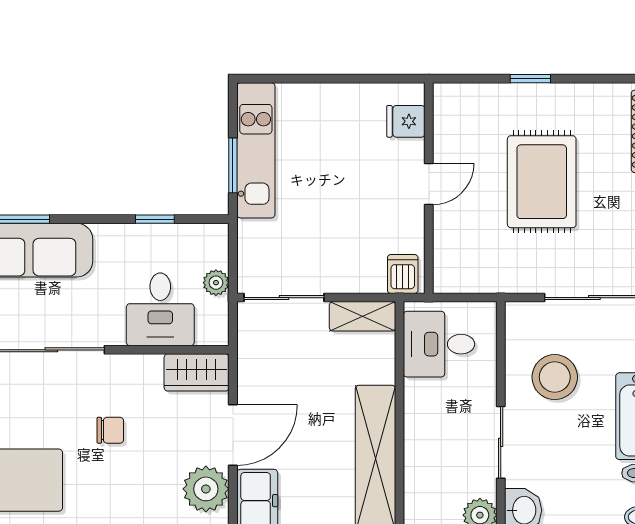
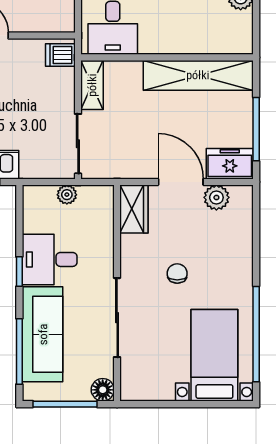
window: (155, 219) -> (19, 272), moved
desk: (160, 309) -> (50, 259), moved, turned 180
plant: (206, 489) -> (216, 197), width x0.73, depth x0.73

